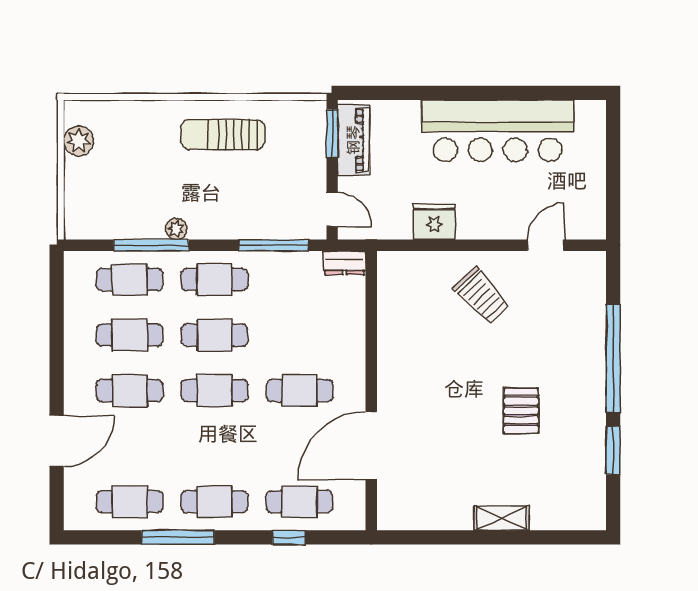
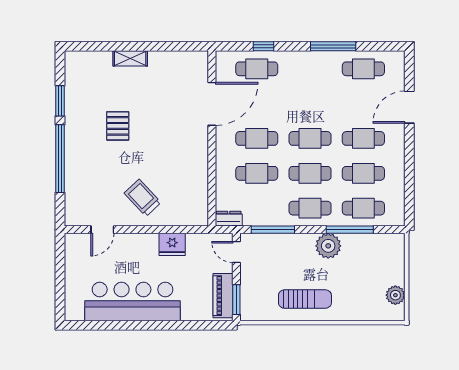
plant: (176, 229) -> (328, 246), width x1.87, depth x1.87
cafe table: (215, 502) -> (257, 173), moved

